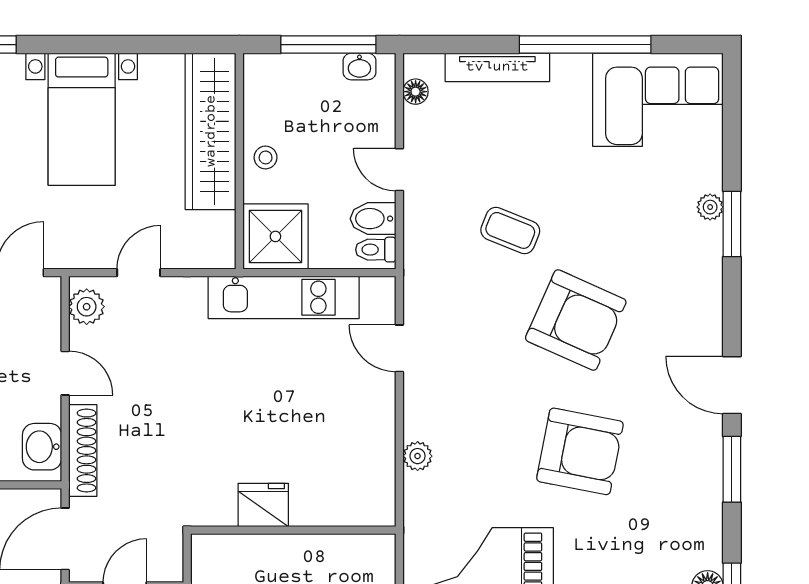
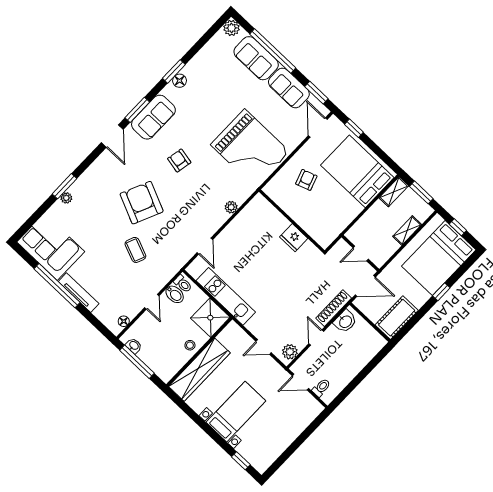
tv unit: (497, 67) -> (79, 293), moved
armchair: (580, 451) -> (179, 161), width x0.53, depth x0.53
sofa: (693, 483) -> (153, 117), added

